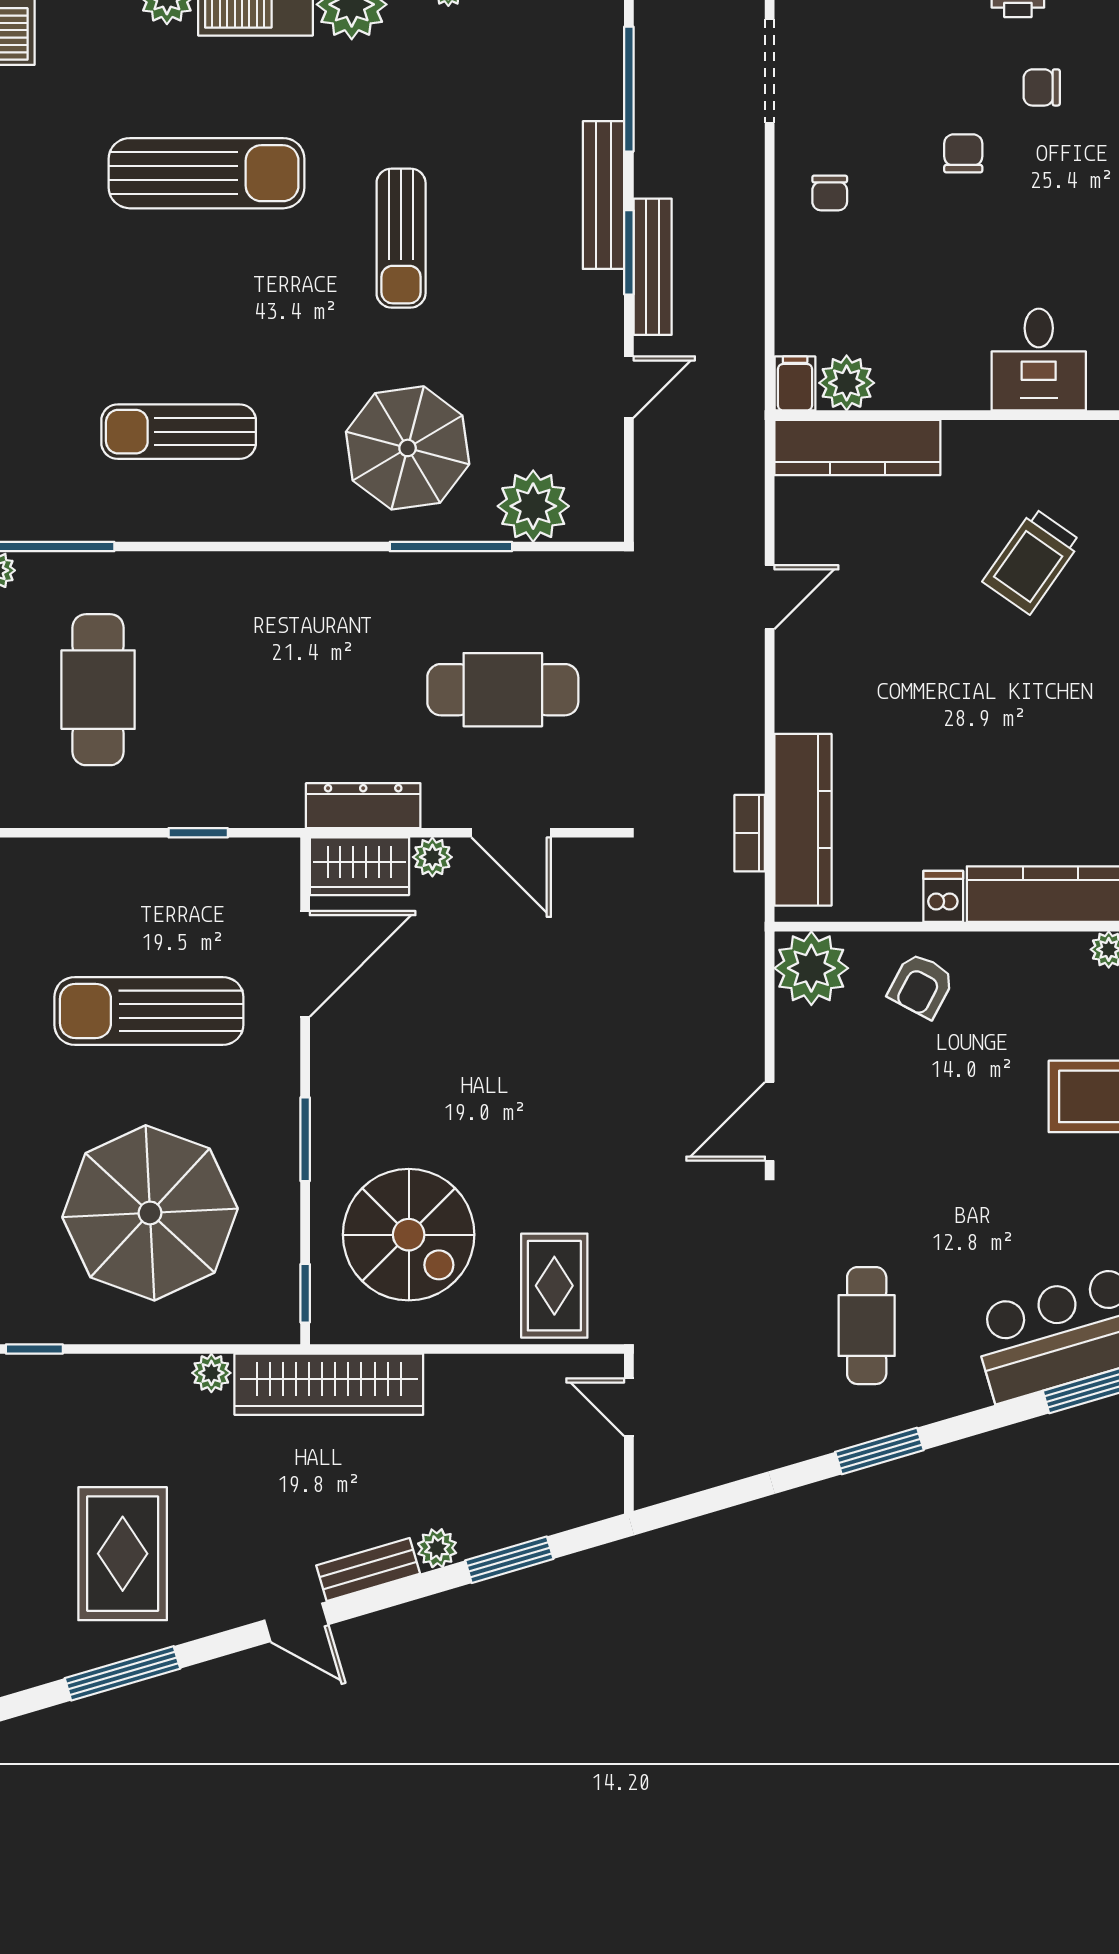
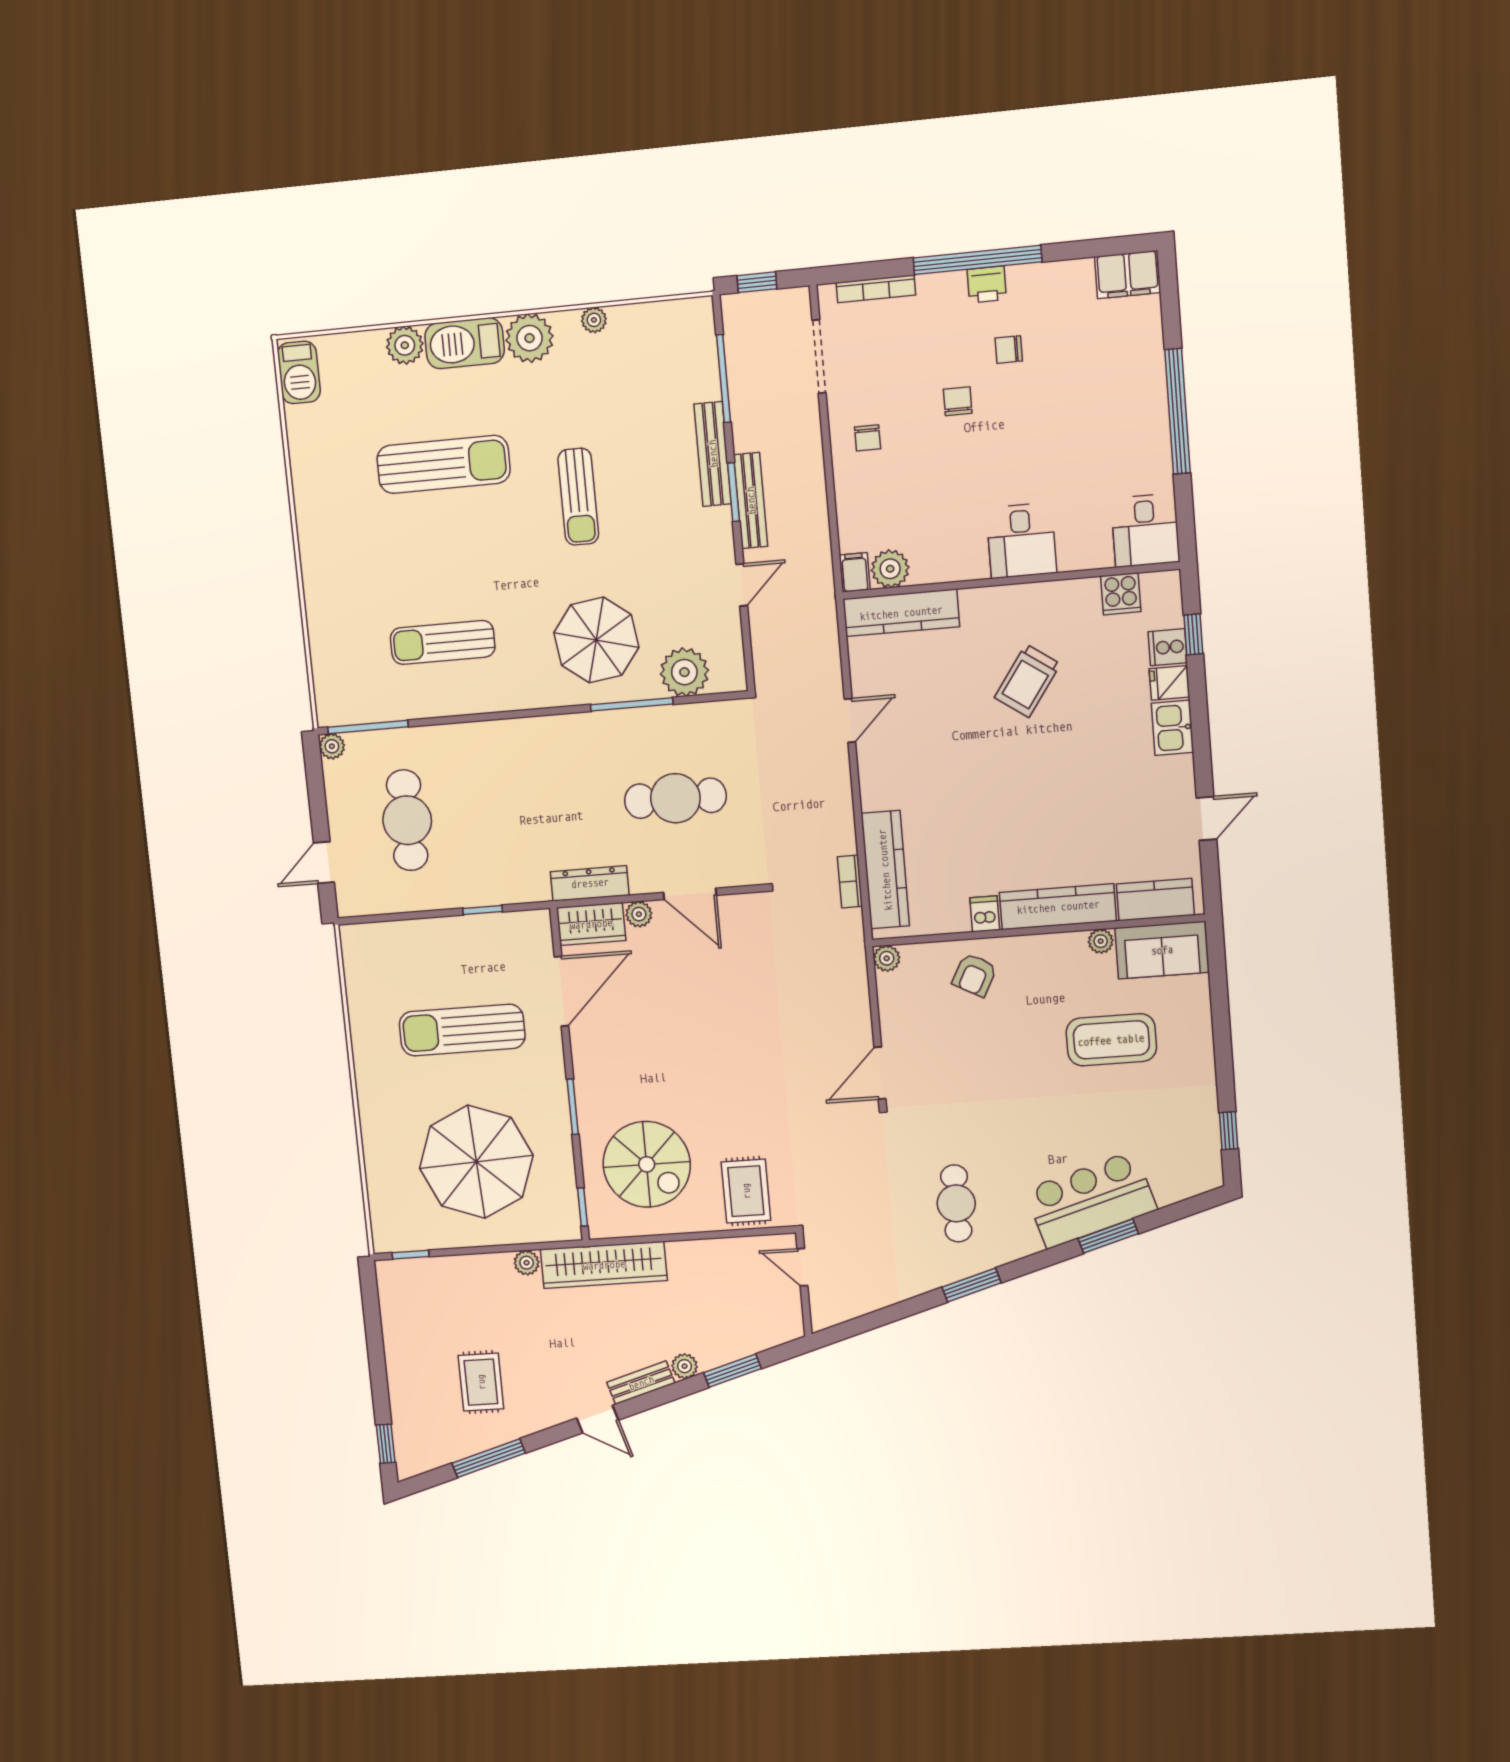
plant: (811, 968) -> (887, 958), width x0.53, depth x0.53
rug: (123, 1554) -> (481, 1382), width x0.73, depth x0.70

